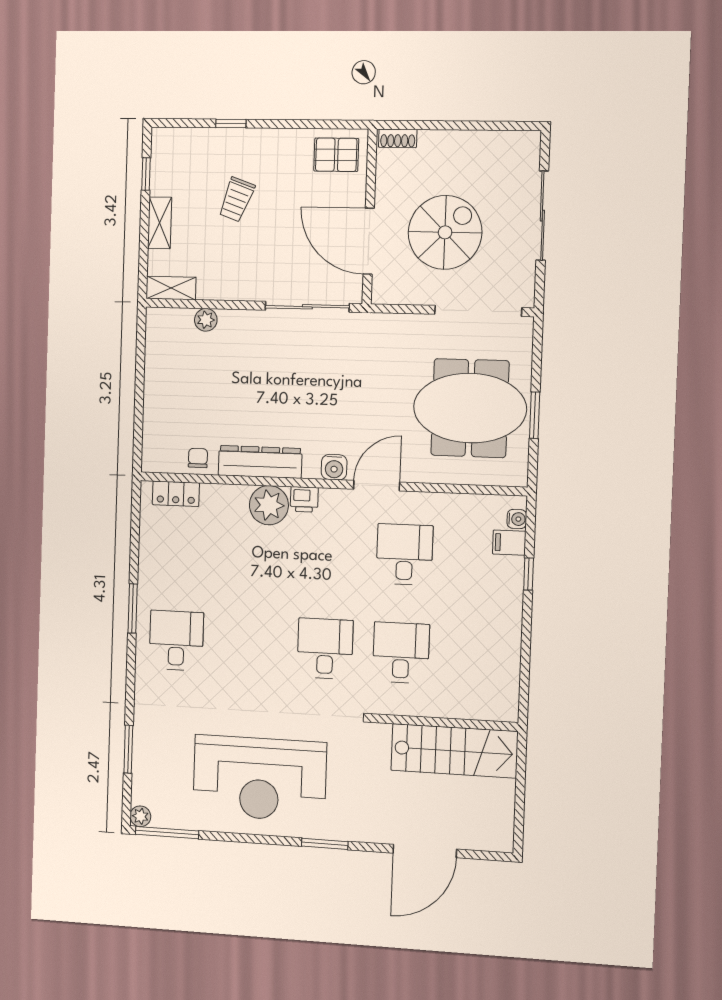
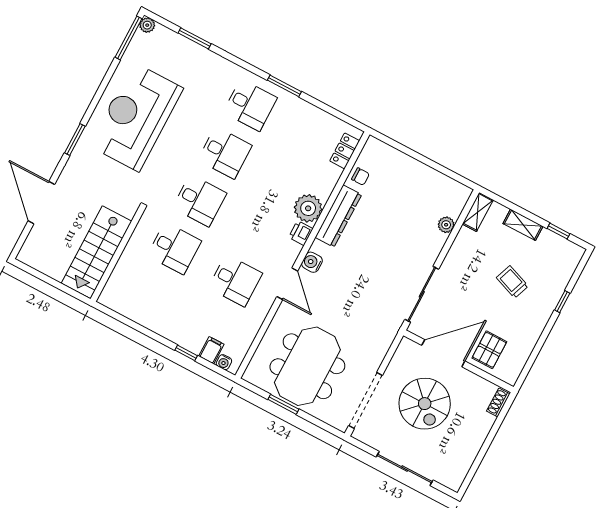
pallet: (336, 155) -> (489, 350), moved
desk: (250, 644) -> (225, 153), added

